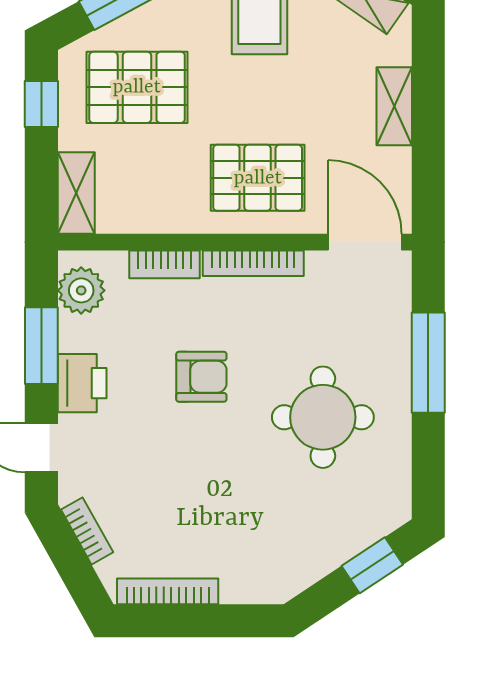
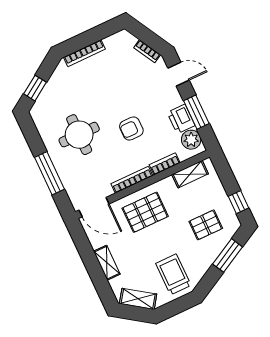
pallet: (137, 87) -> (206, 225), width x0.67, depth x0.71
shelving: (76, 193) -> (190, 174), moved, turned 90
printer: (82, 383) -> (181, 119), moved
bookcase: (168, 591) -> (84, 53), moved

